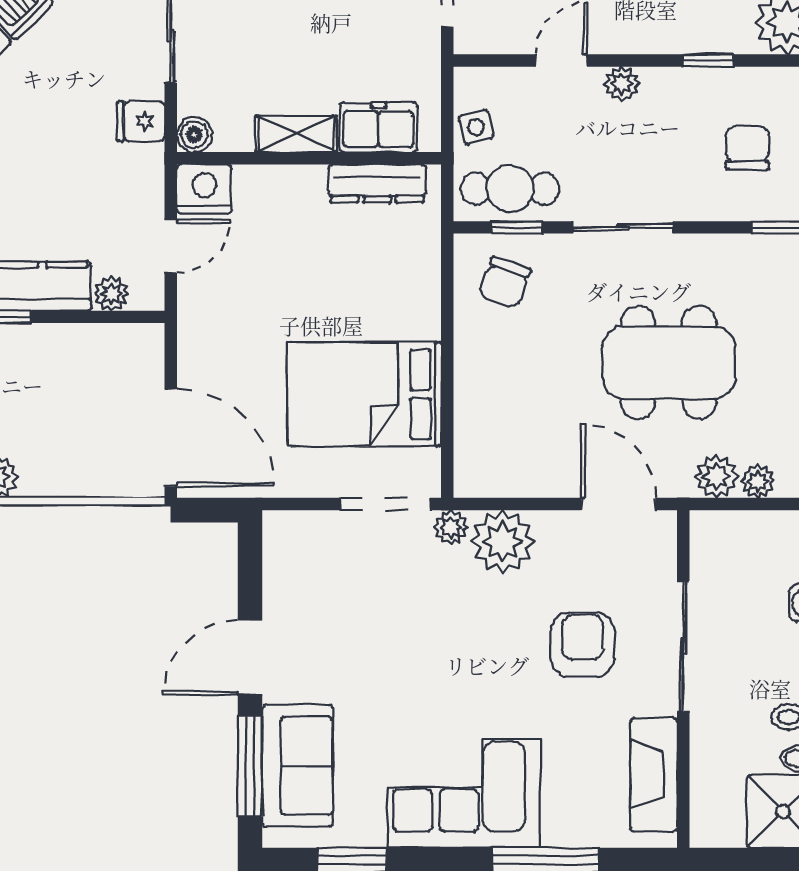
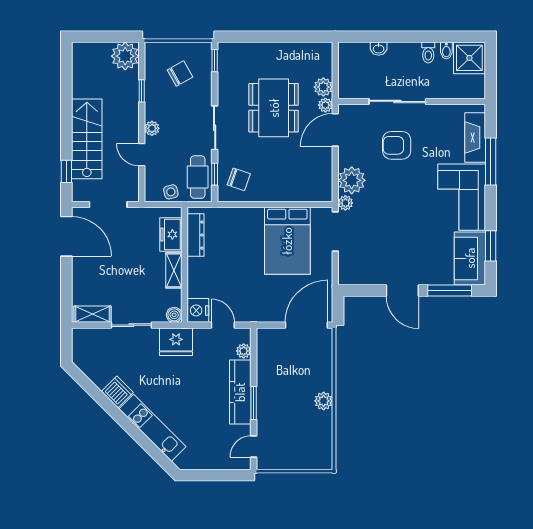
fridge: (141, 121) -> (176, 342), width x1.88, depth x1.34
chair: (747, 148) -> (180, 73), turned 151
plant: (758, 481) -> (325, 105), moved
sofa: (298, 766) -> (470, 258), moved, turned -90
fireplace: (654, 774) -> (475, 138), moved, turned 90

